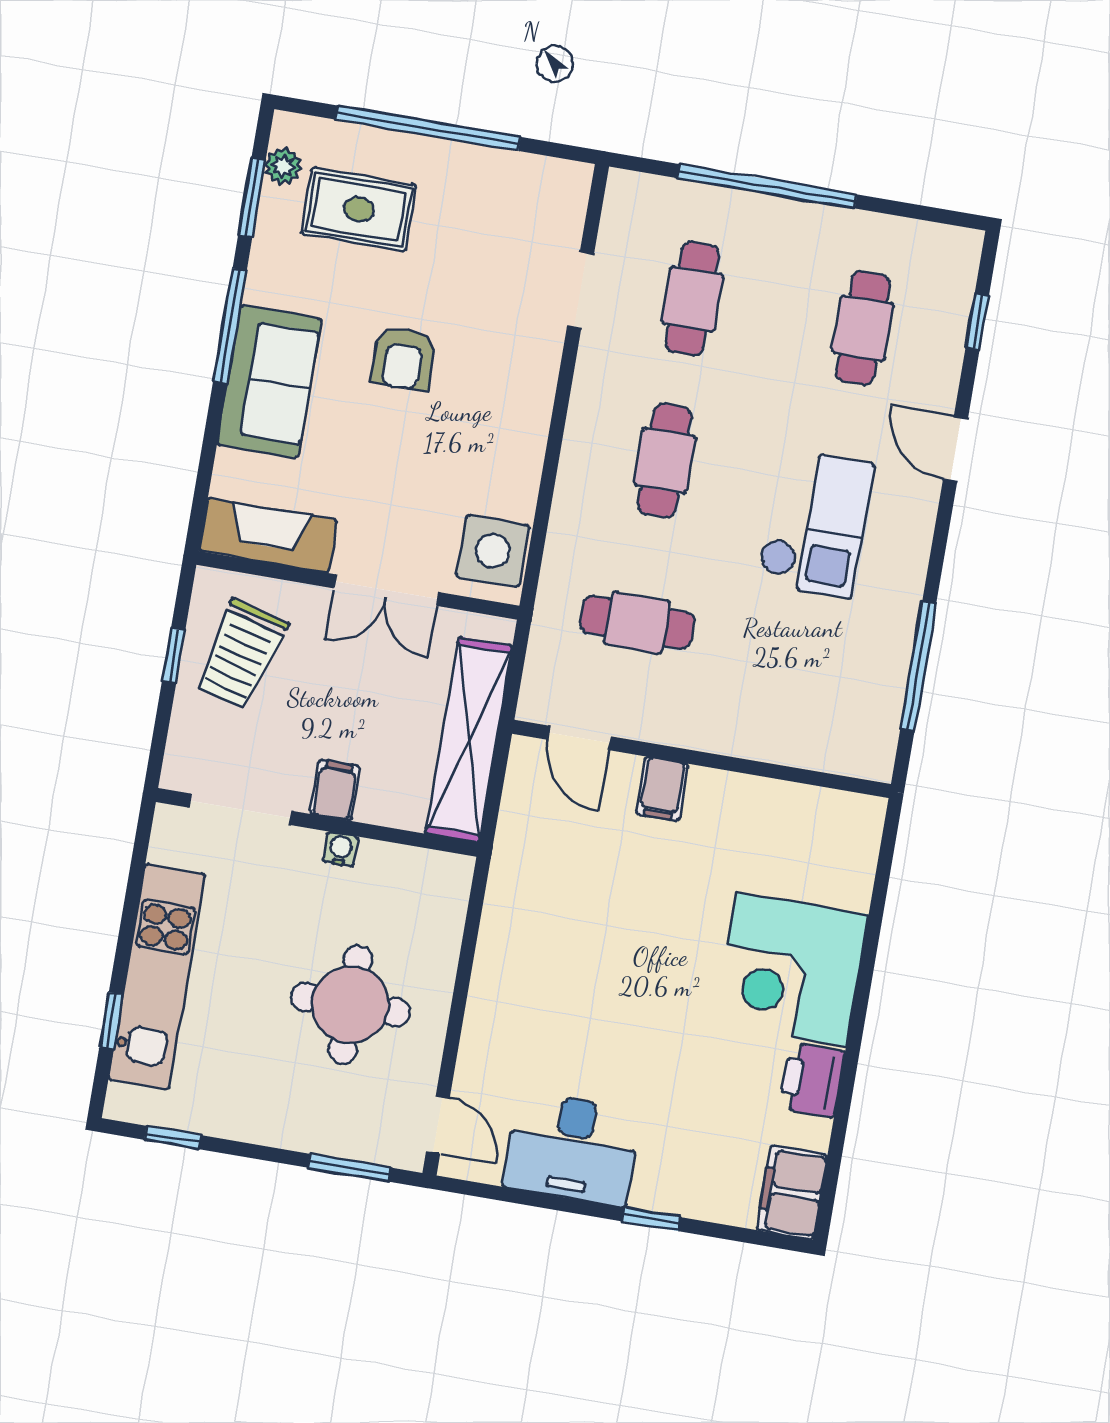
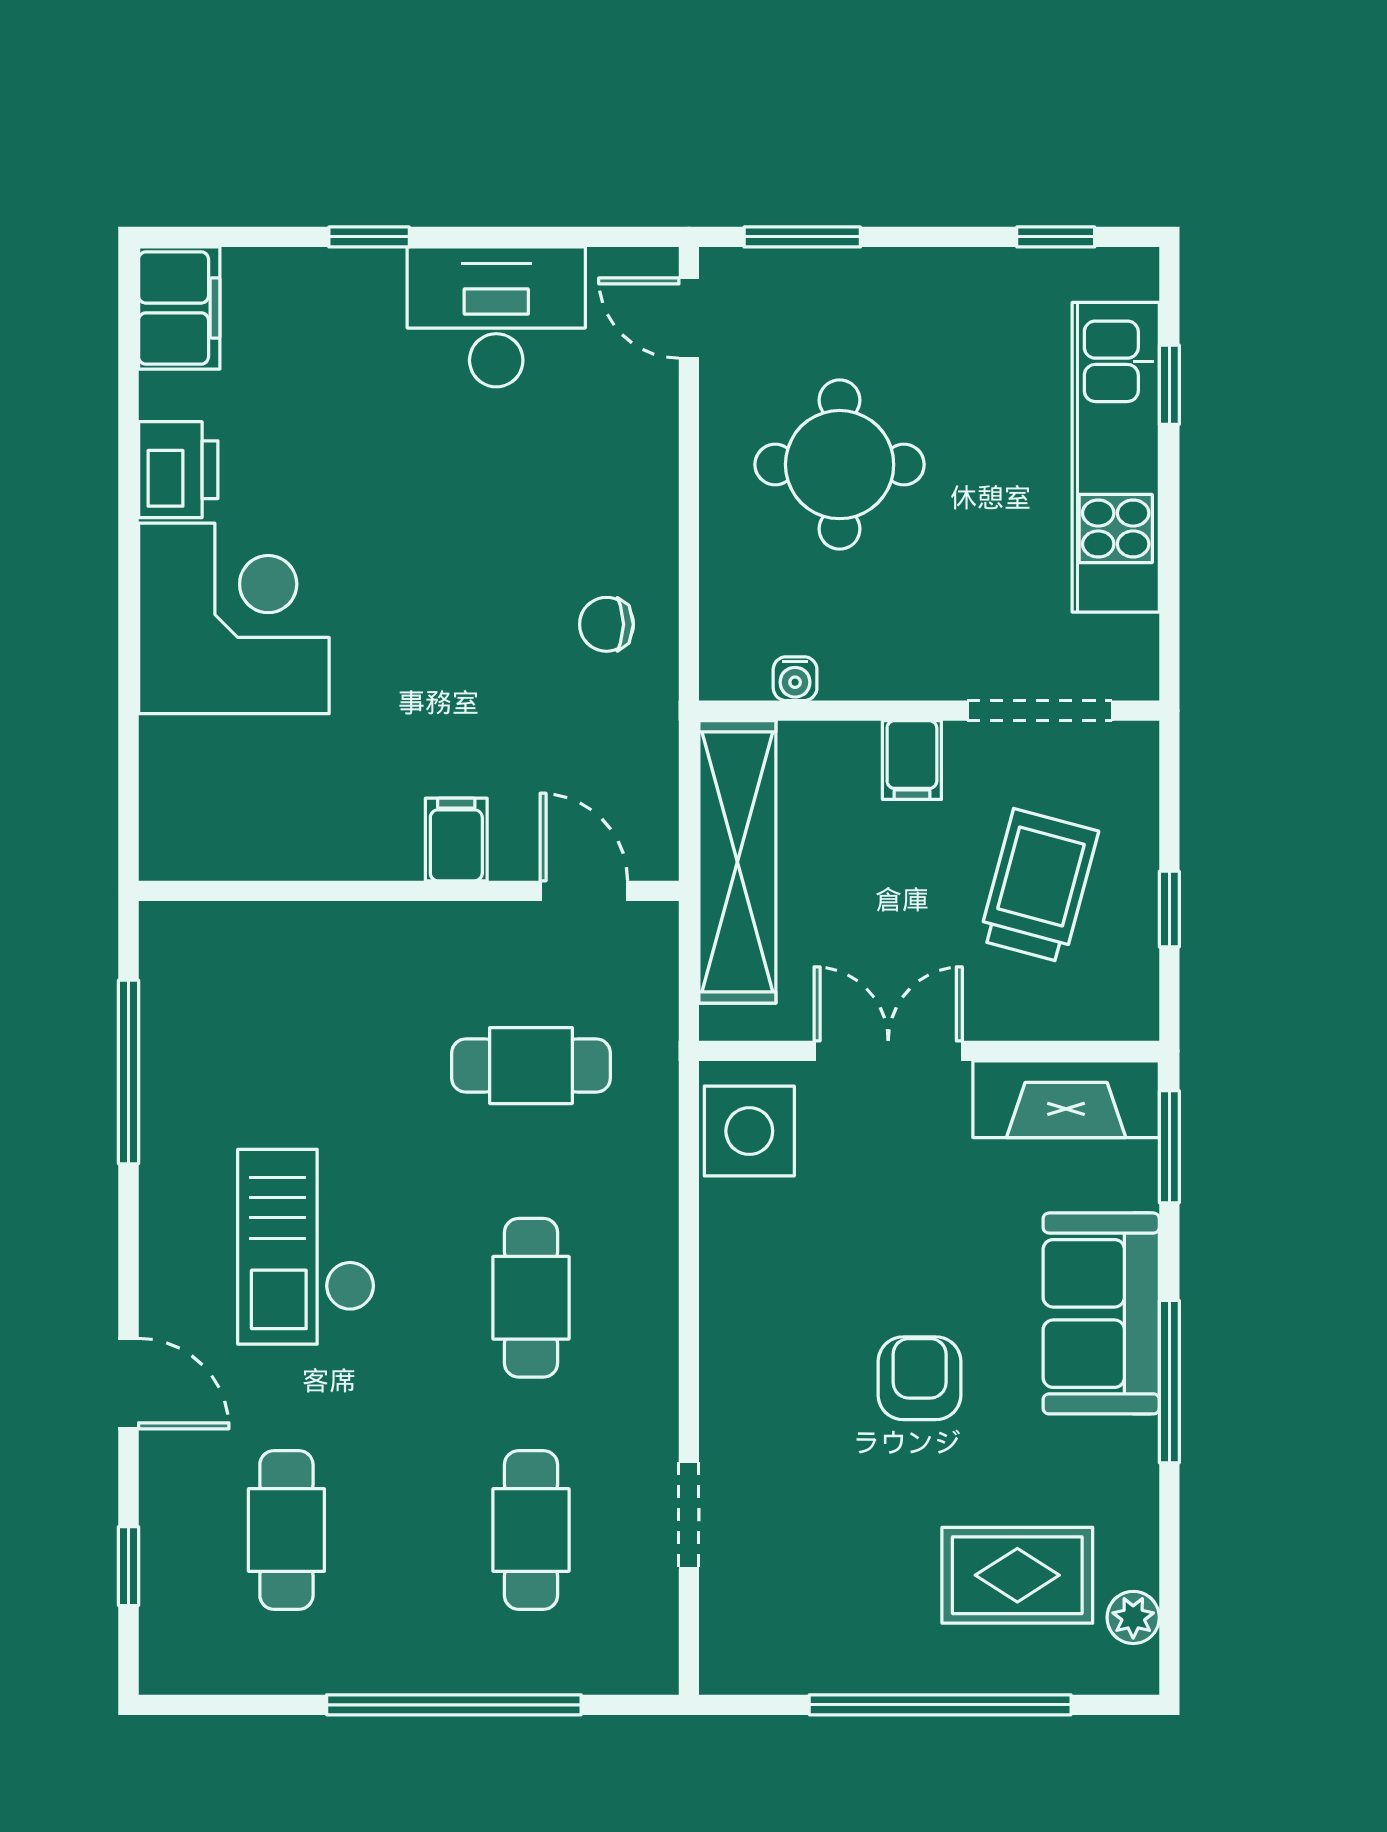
window: (252, 197) -> (1169, 1147), moved
trolley: (241, 654) -> (1039, 886), moved
water cooler: (341, 849) -> (795, 679), moved
chair: (532, 921) -> (606, 624), added

